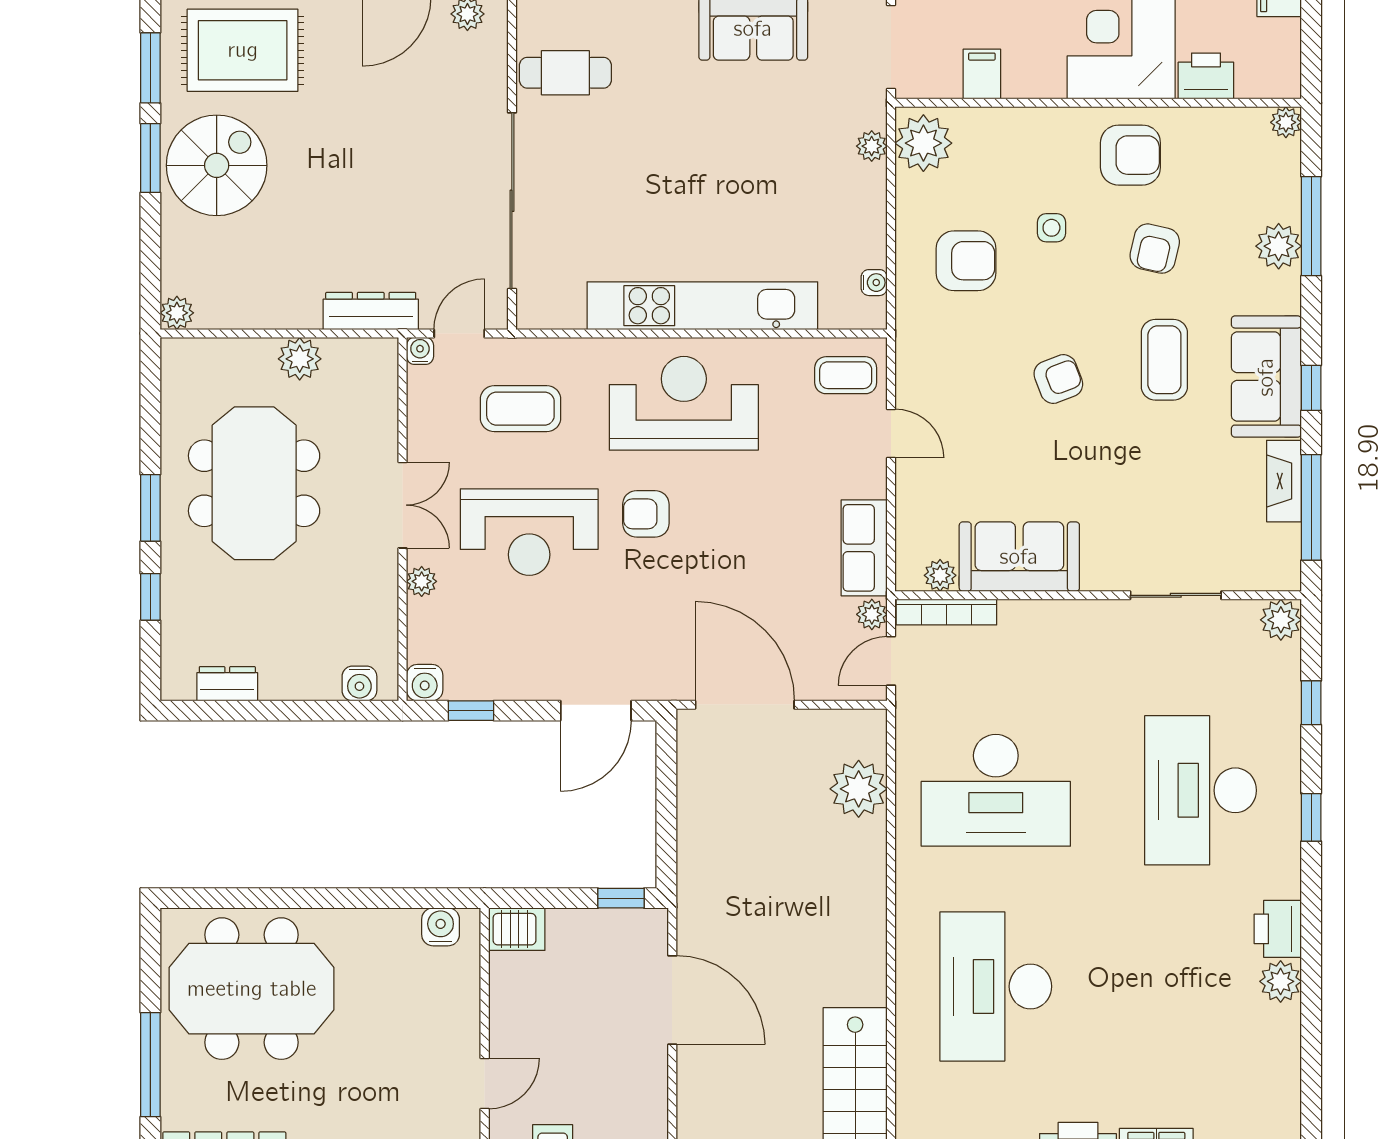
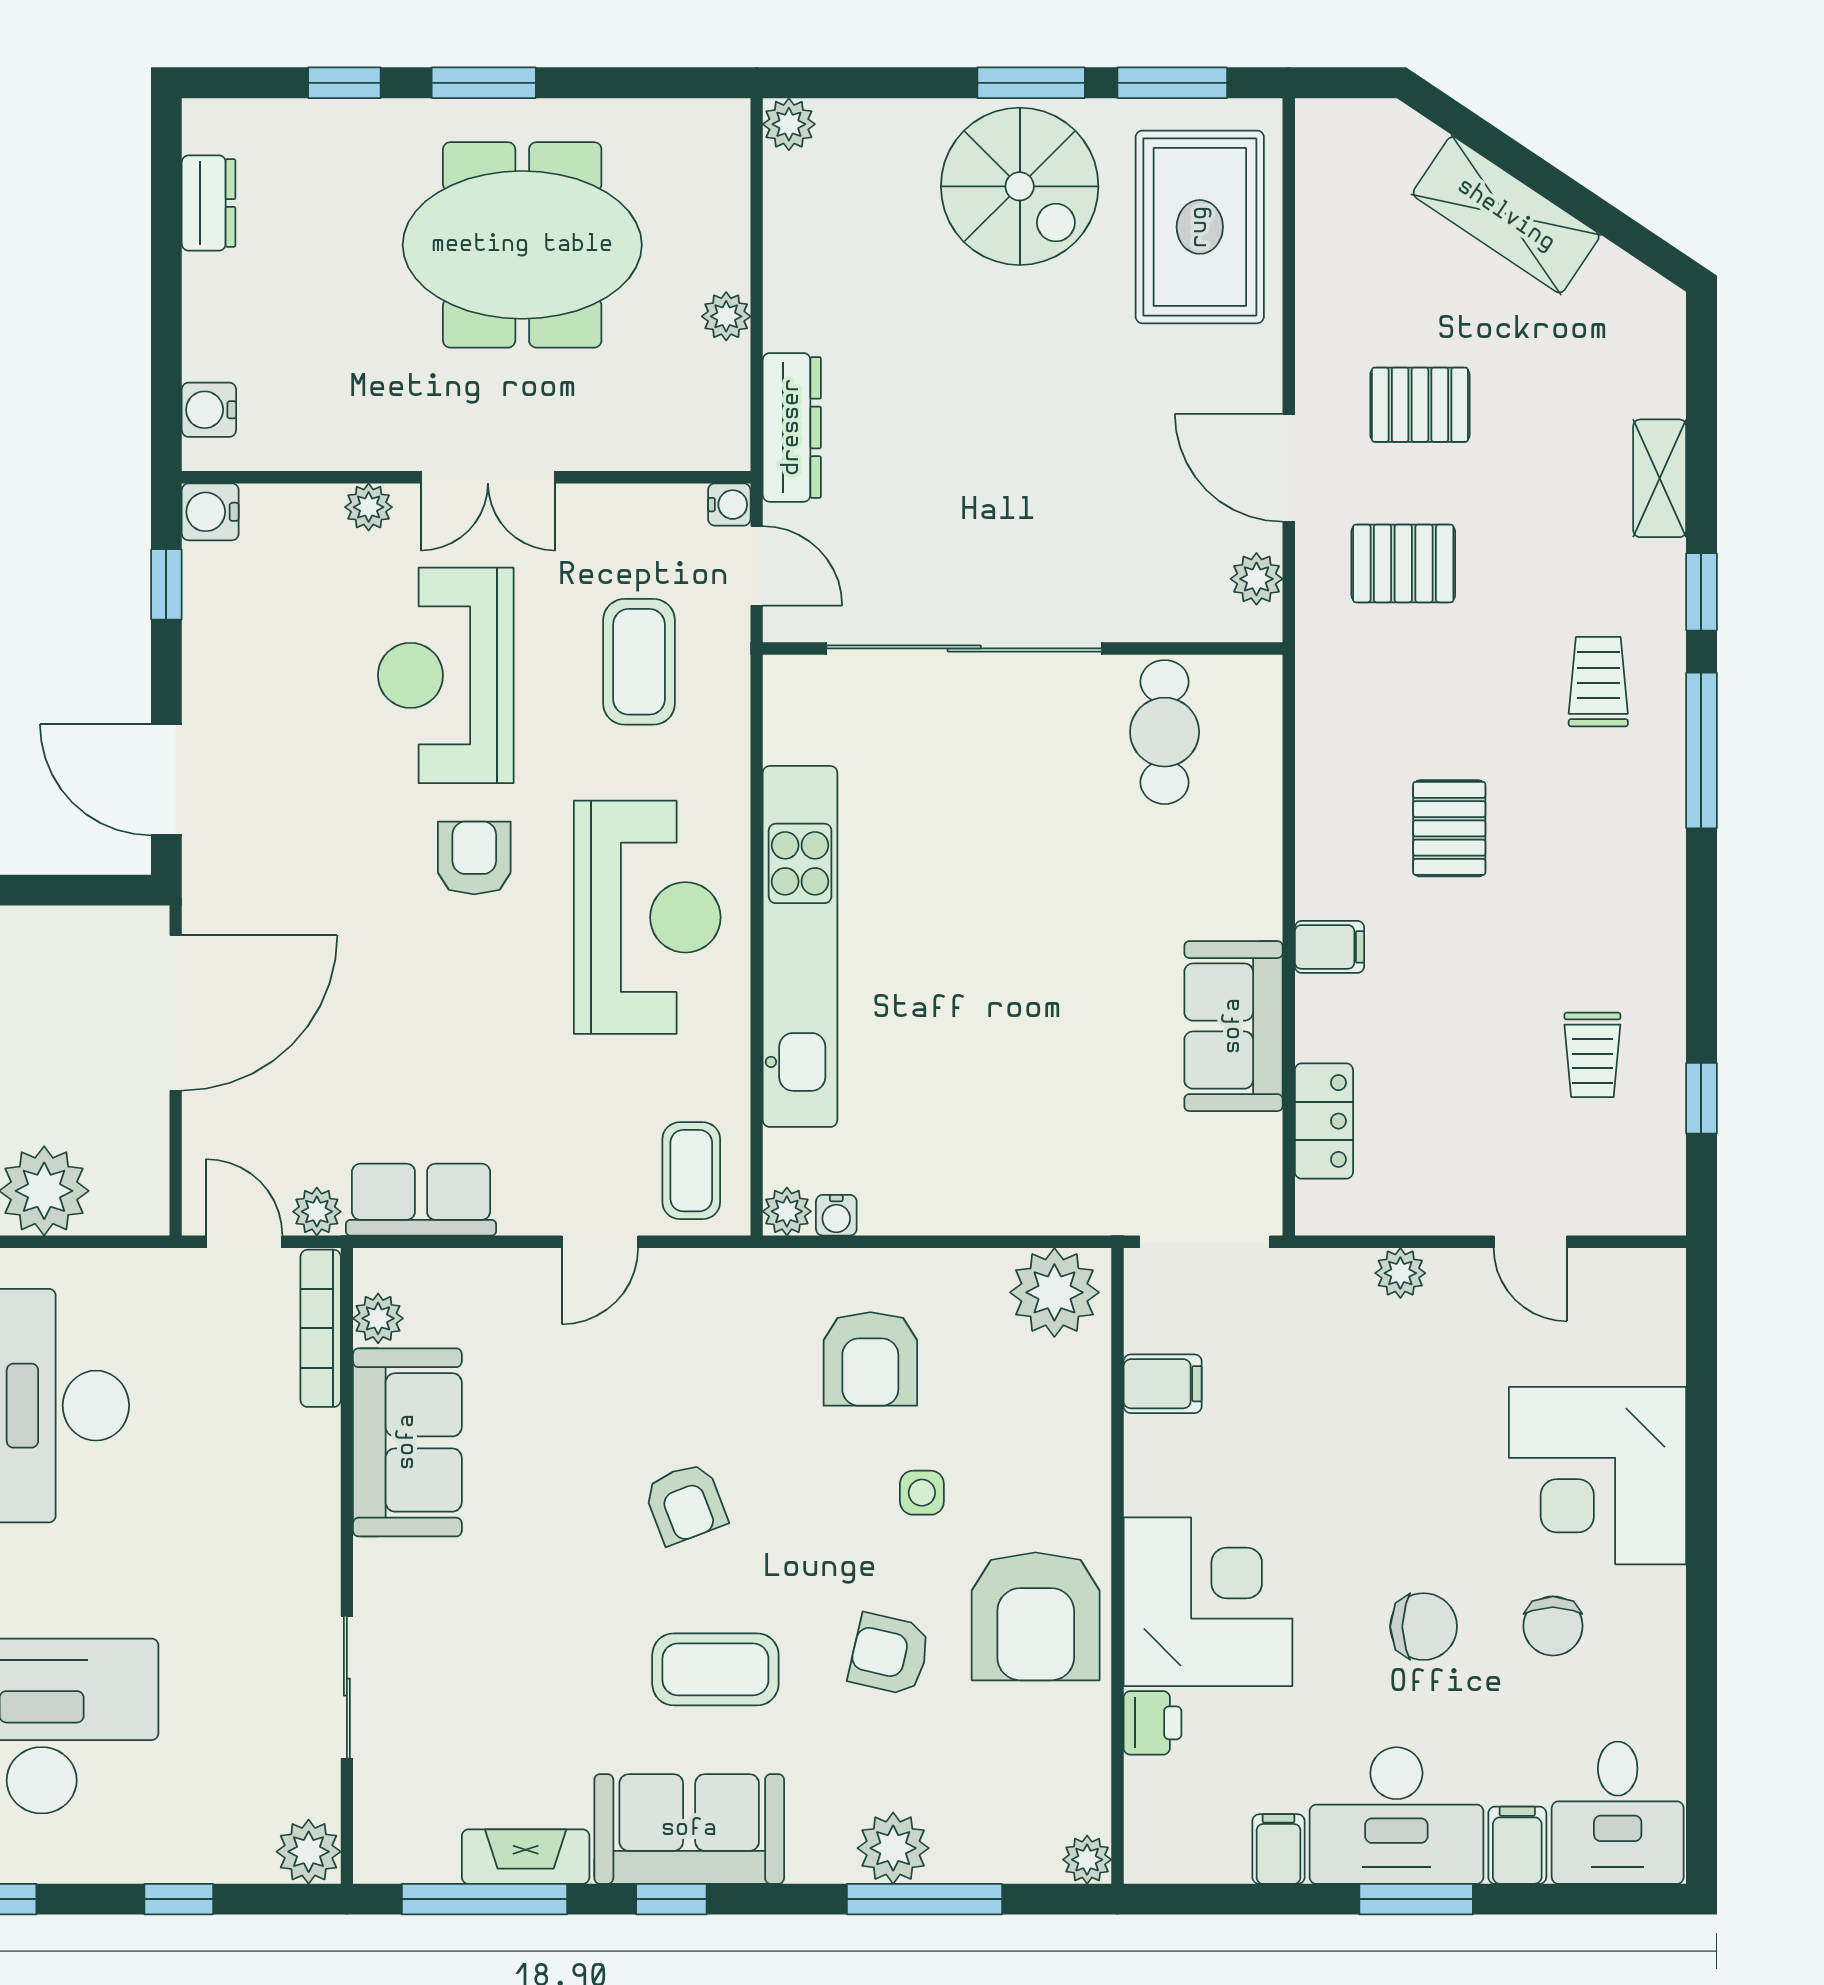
printer: (1206, 76) -> (1153, 1723), width x0.73, depth x0.81
plant: (872, 146) -> (787, 1211), moved
armchair: (1130, 155) -> (1036, 1616), width x1.36, depth x1.36
plant: (300, 359) -> (726, 316), width x0.73, depth x0.73

